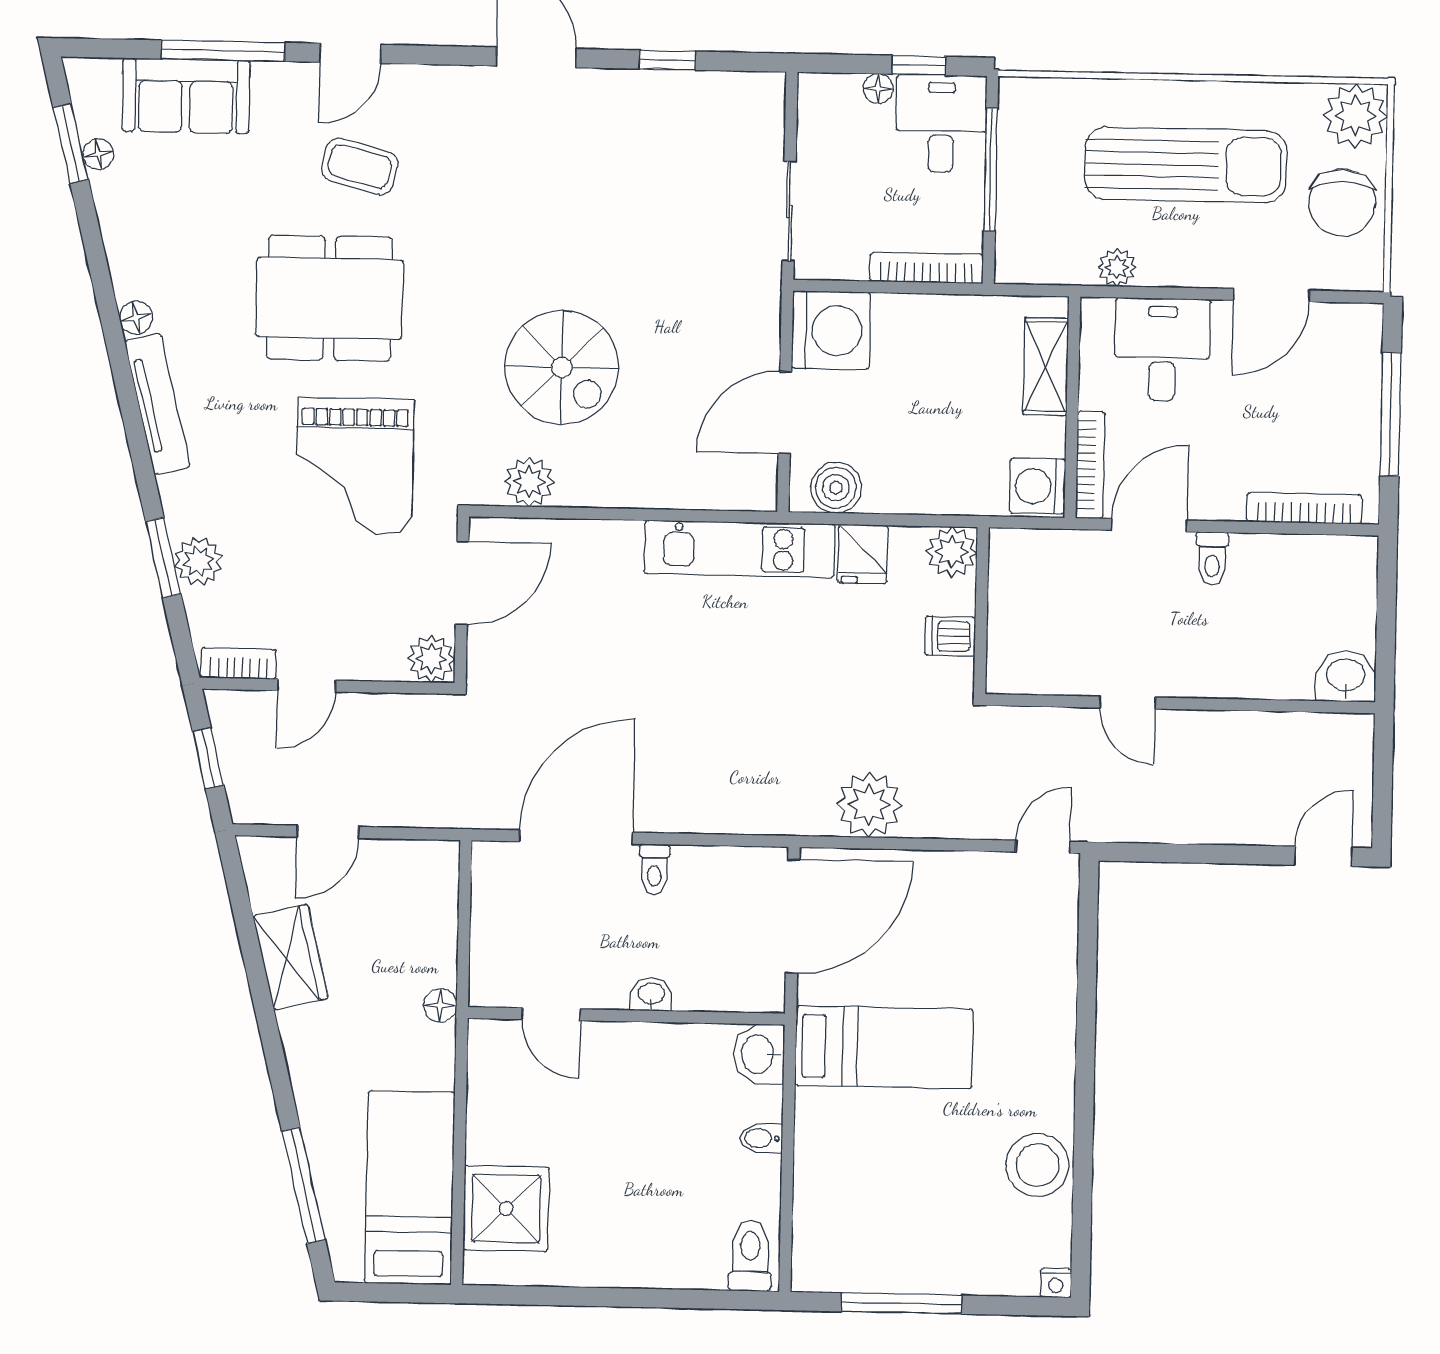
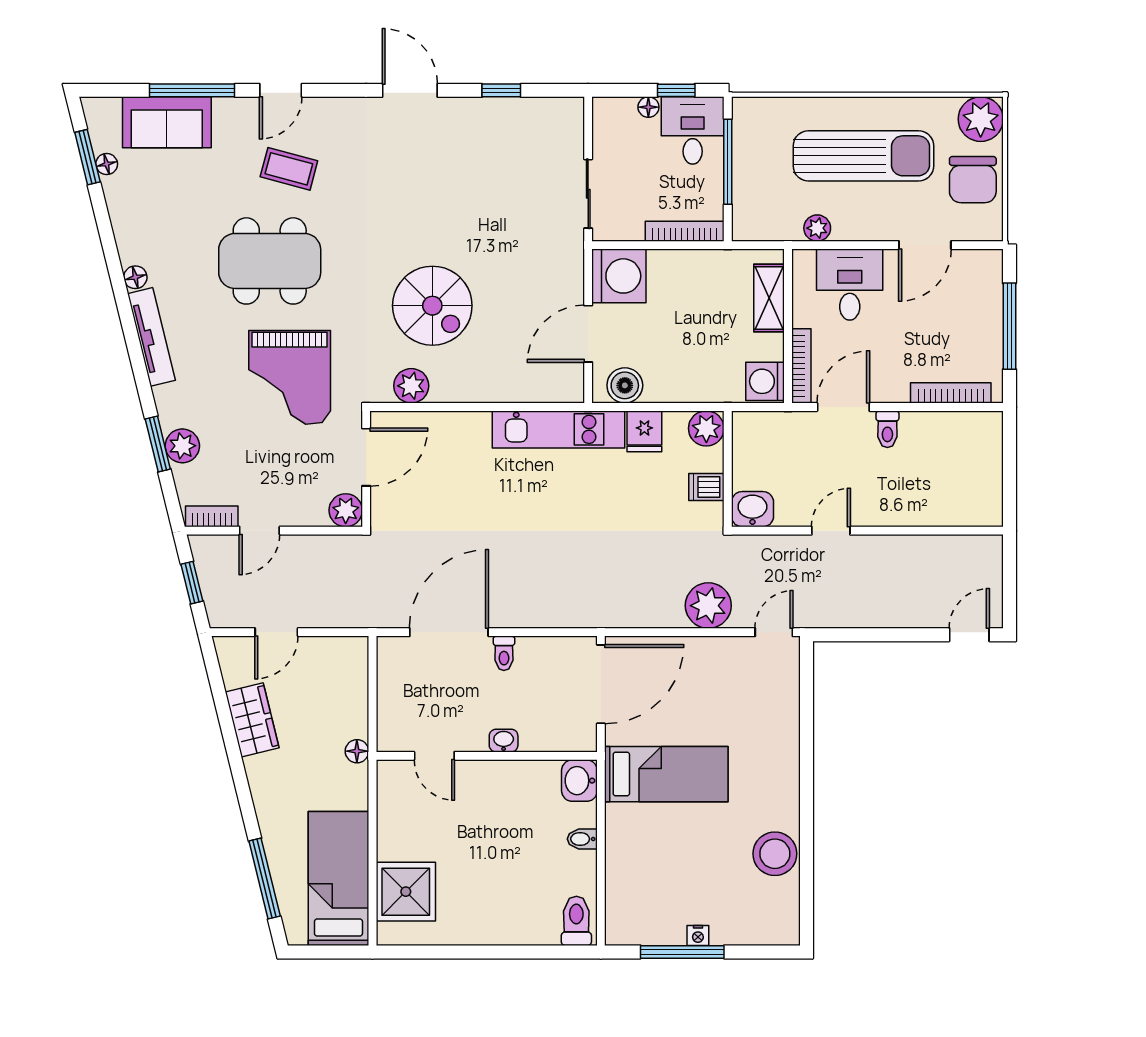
washbasin: (1346, 676) -> (752, 509), moved
door: (1128, 703) -> (831, 531), swing flipped
plant: (869, 805) -> (708, 606), moved
nightstand: (1056, 1283) -> (698, 935), moved

